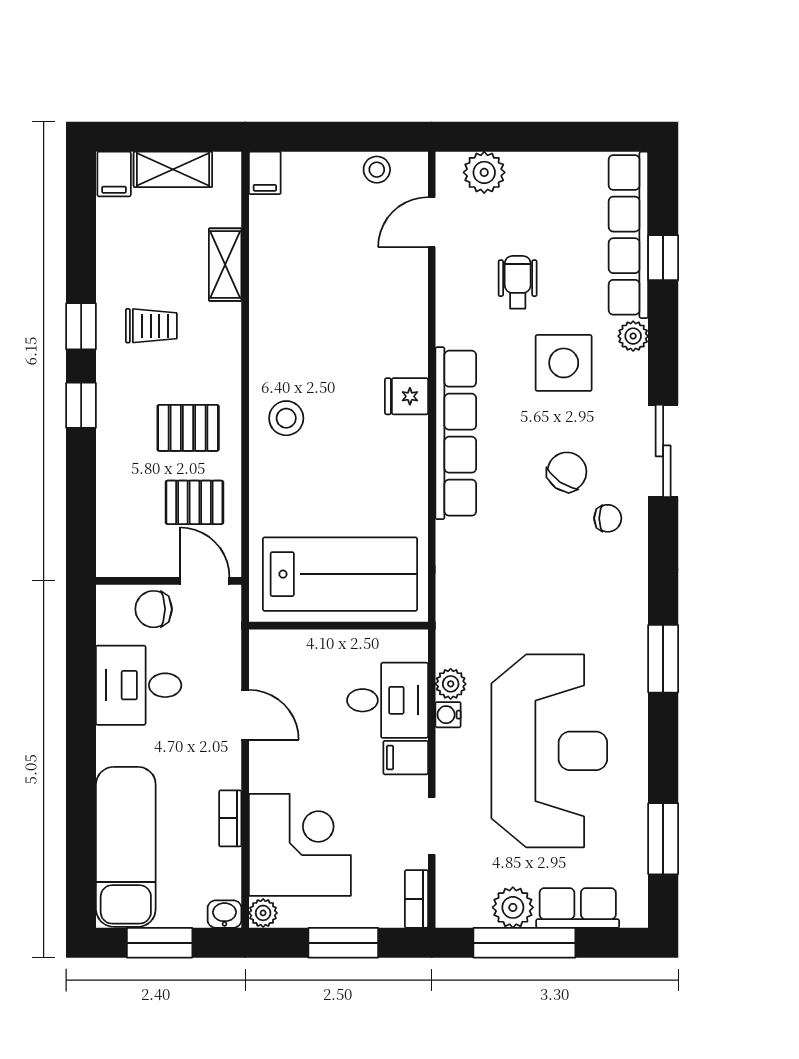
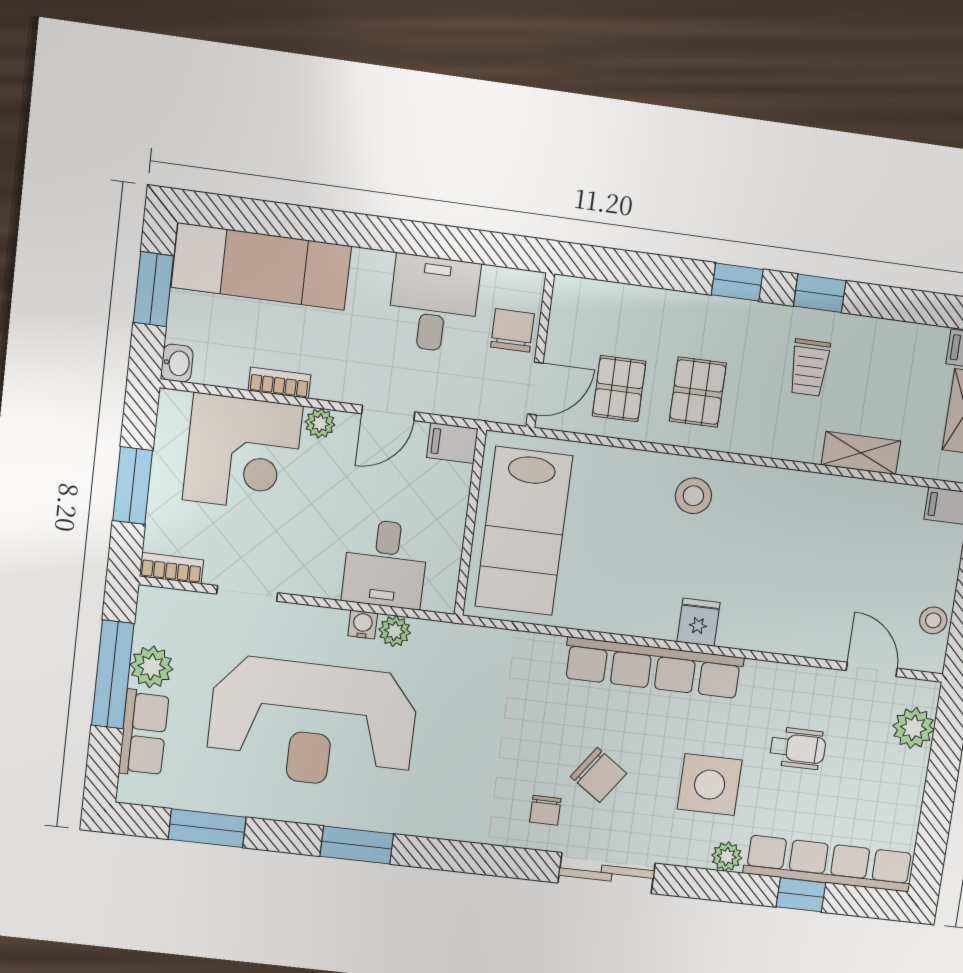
window: (663, 659) -> (357, 845), moved
filing cabinet: (406, 758) -> (452, 443), moved, turned -90
plant: (263, 913) -> (320, 423), moved

